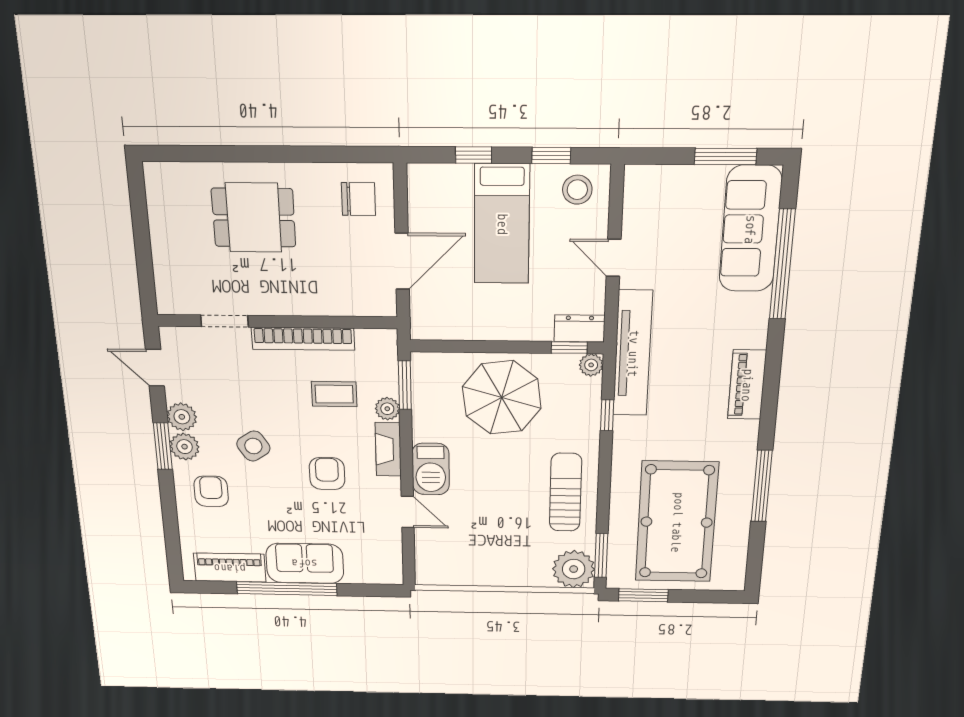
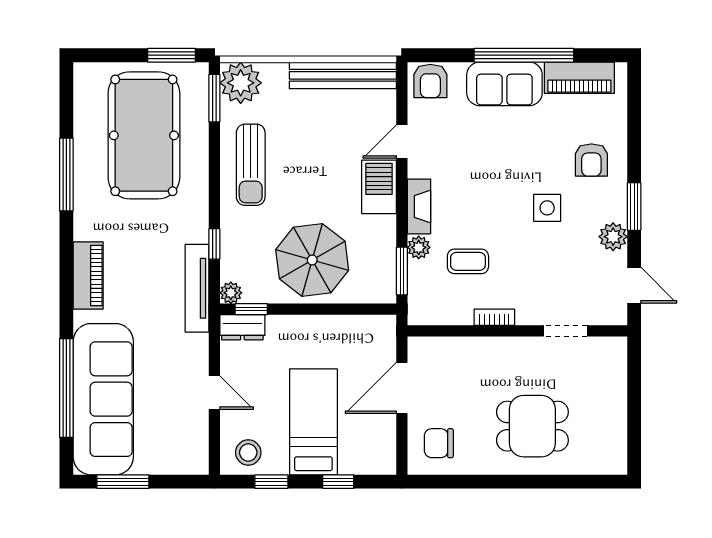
sofa: (750, 229) -> (103, 399), width x1.36, depth x1.27
bookcase: (303, 339) -> (494, 317), width x0.43, depth x0.76
tv unit: (633, 354) -> (197, 288), width x0.73, depth x0.78
side table: (253, 446) -> (547, 208), turned 33
plant: (185, 447) -> (613, 206), removed
armchair: (327, 474) -> (430, 81), moved
door: (408, 512) -> (402, 142), hinge flipped
bench: (469, 574) -> (343, 75), added

